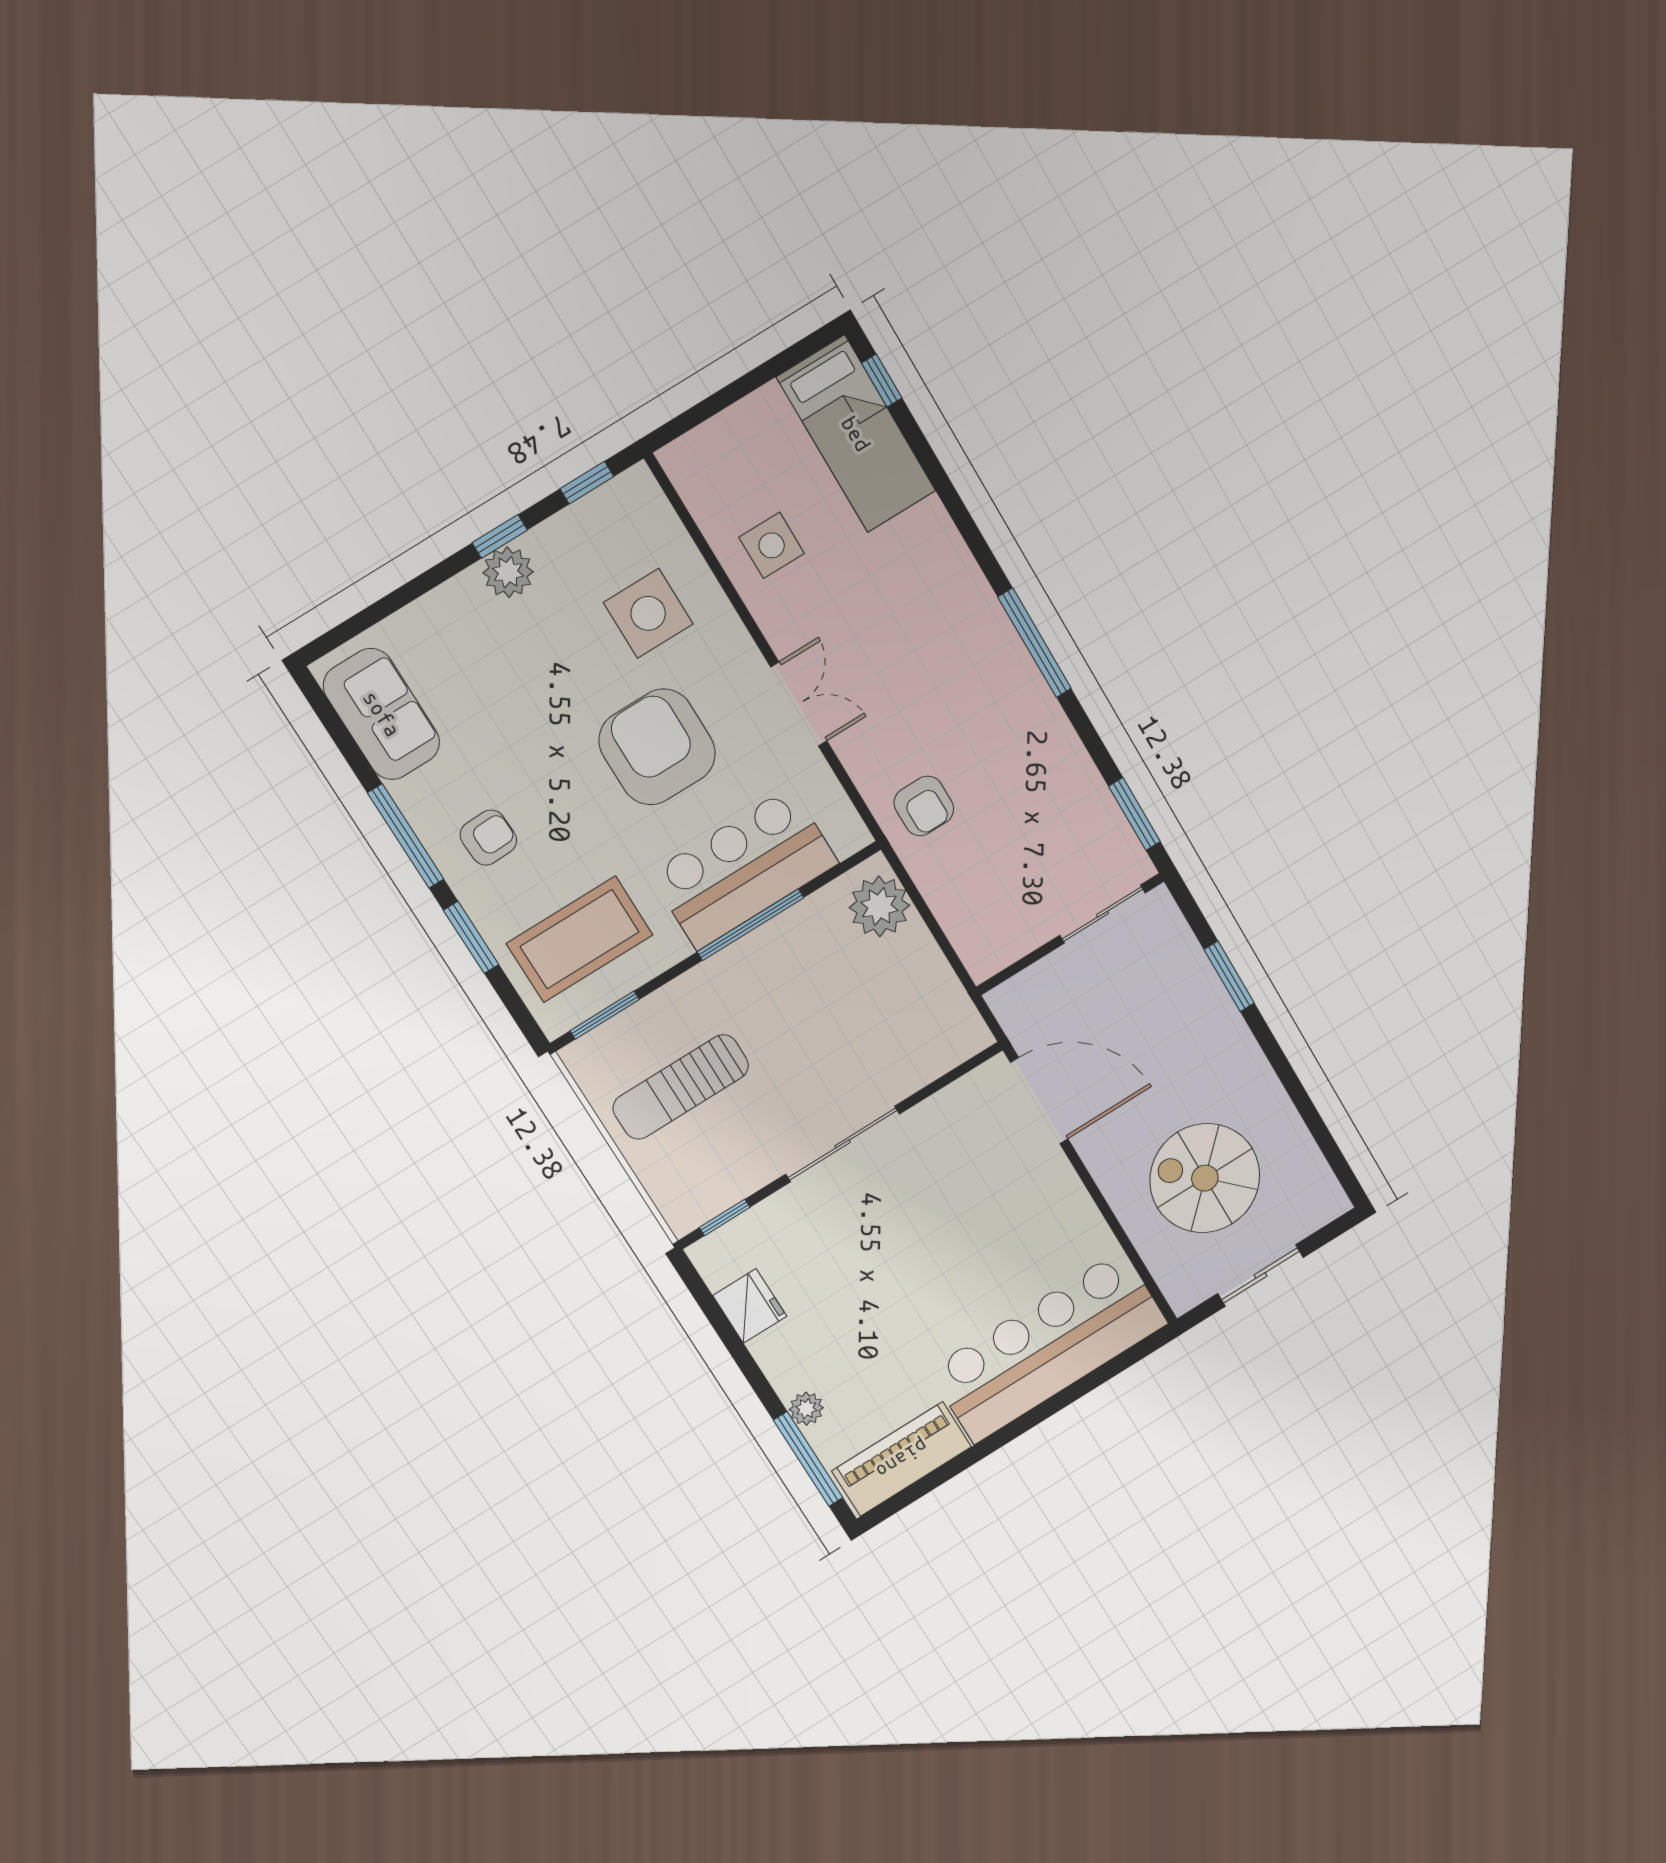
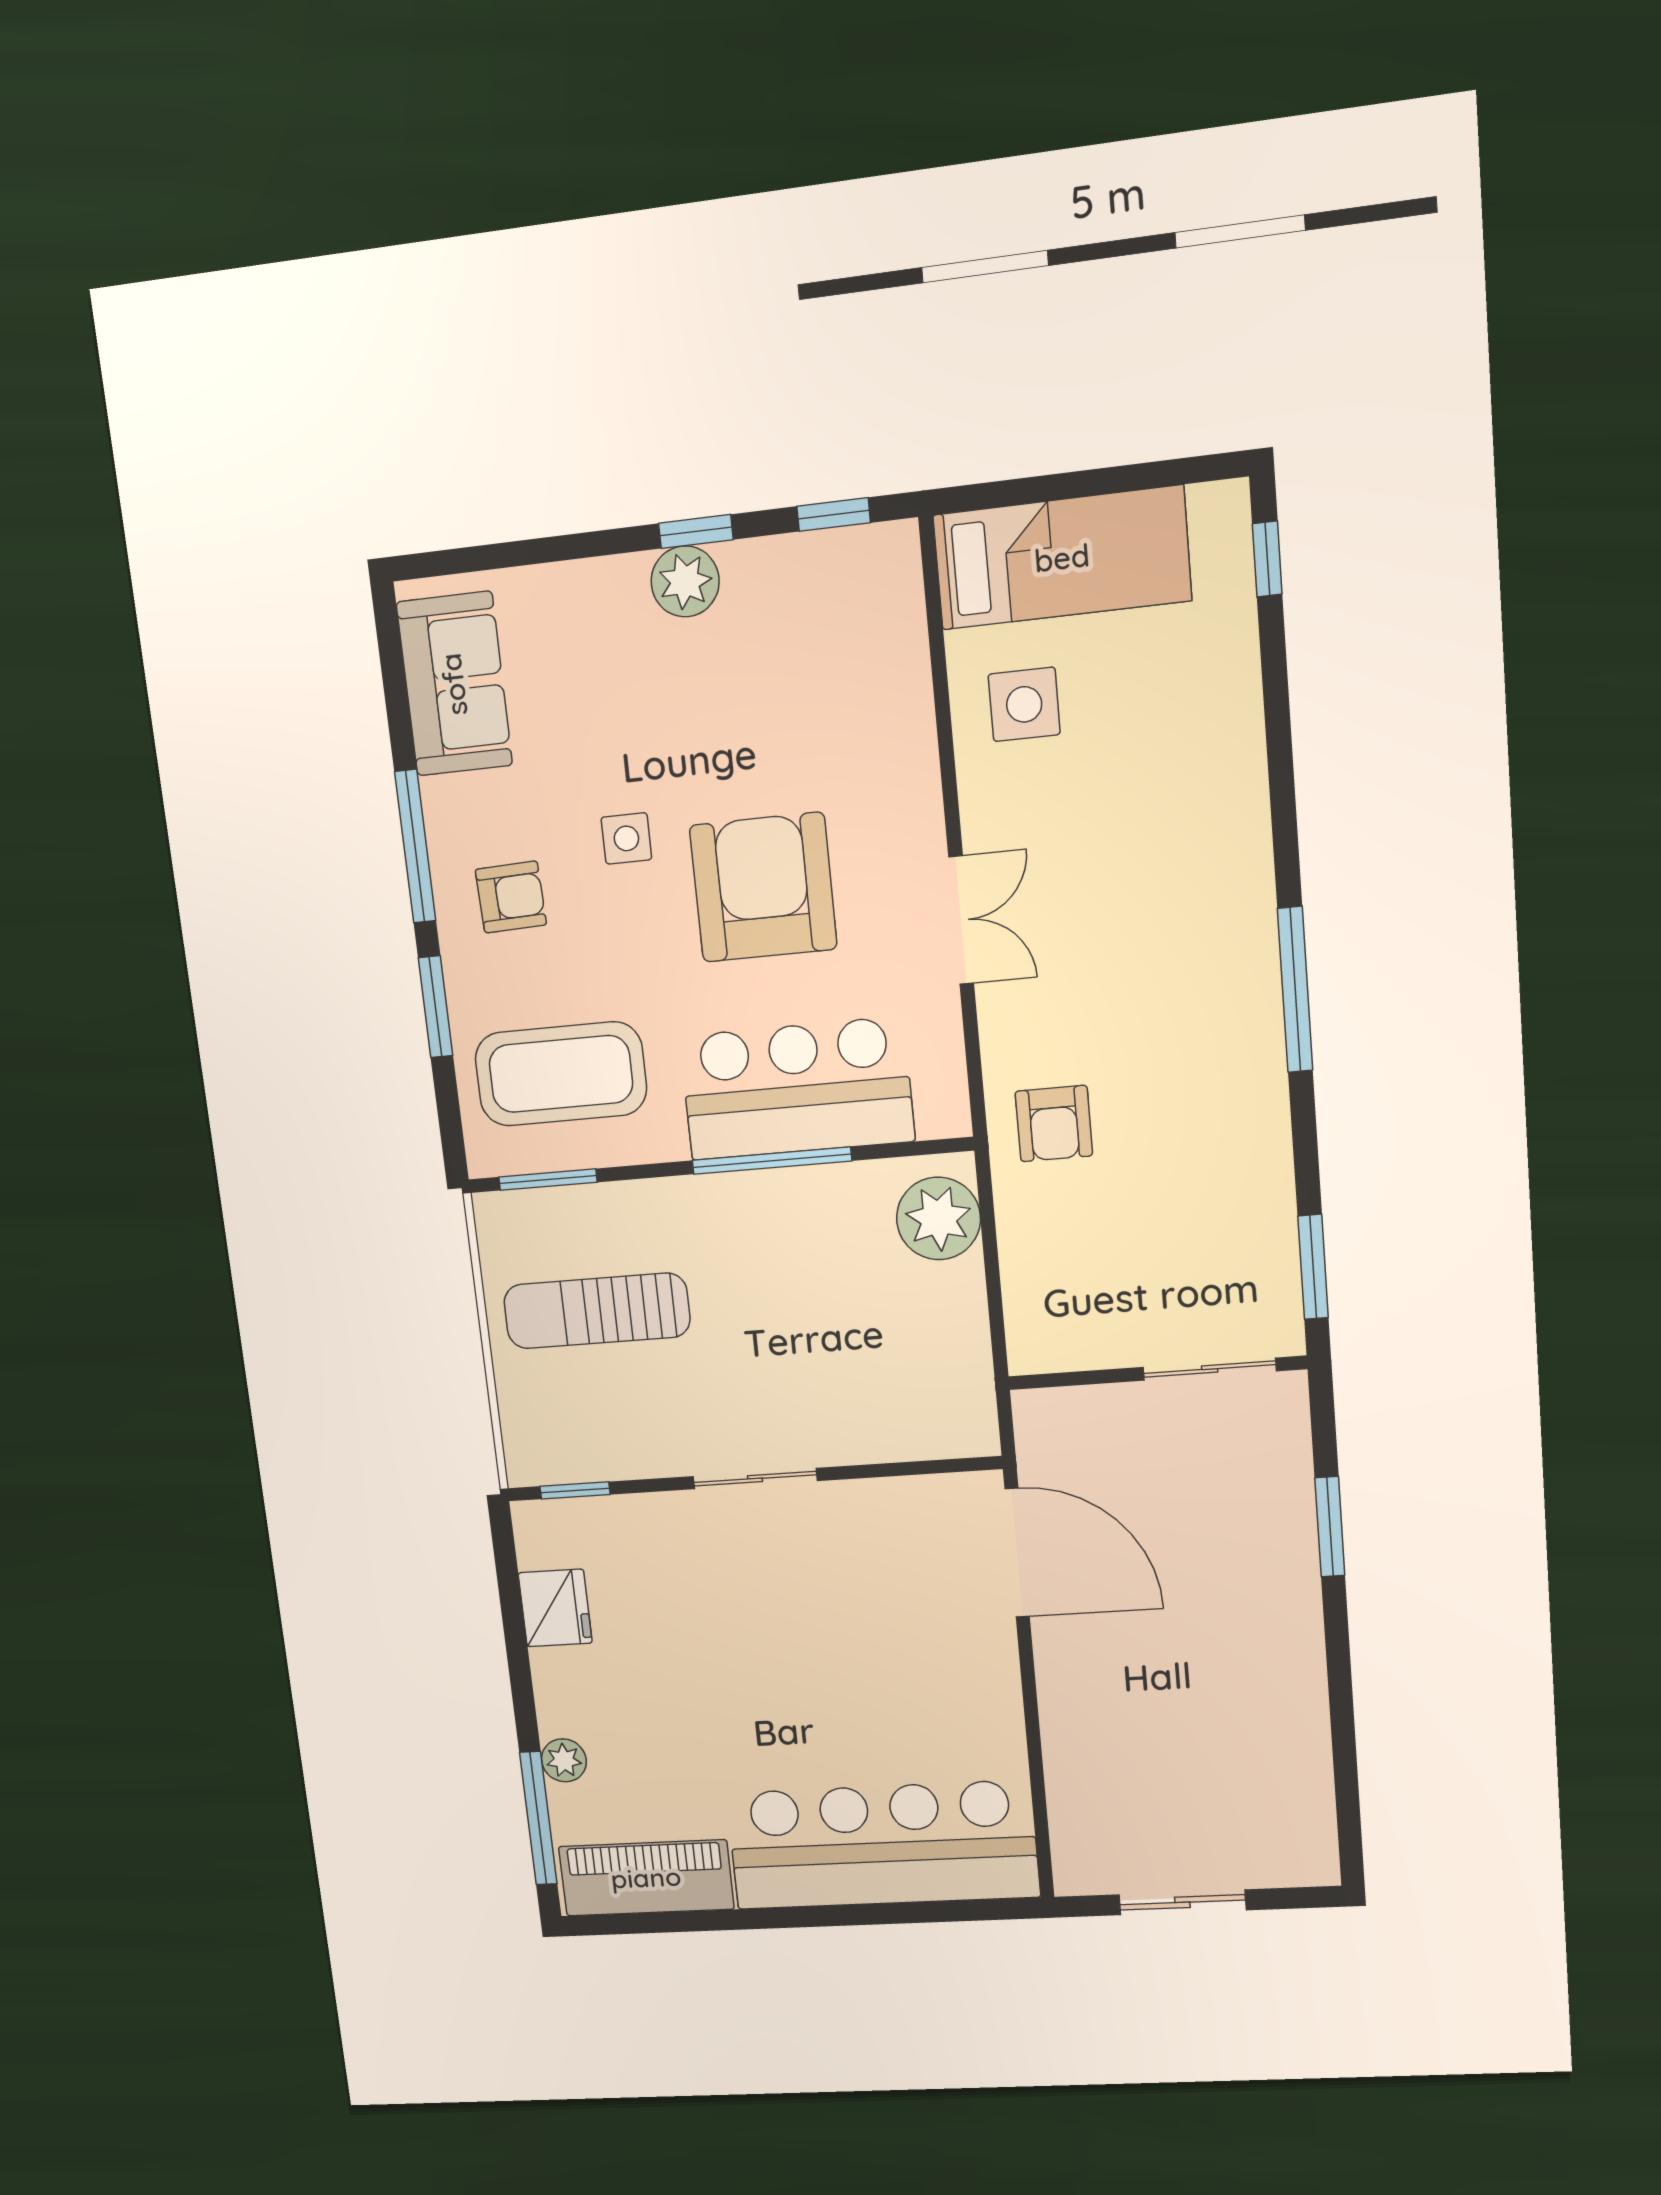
bed: (856, 434) -> (1062, 558), moved, turned -90
side table: (648, 613) -> (626, 838), moved, width x0.54, depth x0.54
sliding door: (843, 1144) -> (755, 1479), width x0.73
spiral stairs: (1205, 1178) -> (1174, 1752), removed

